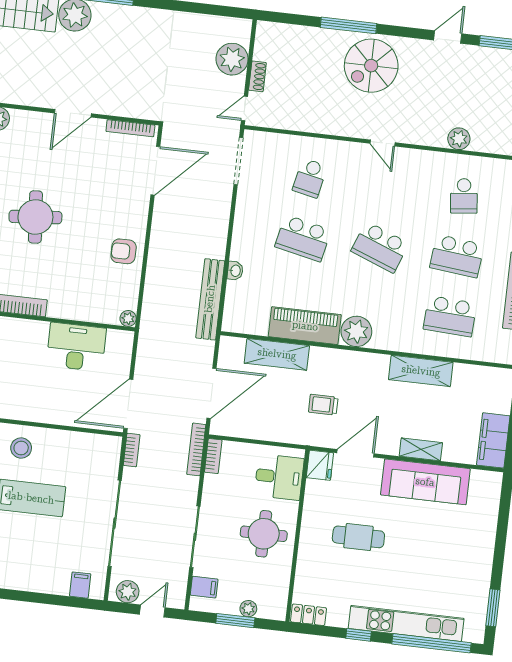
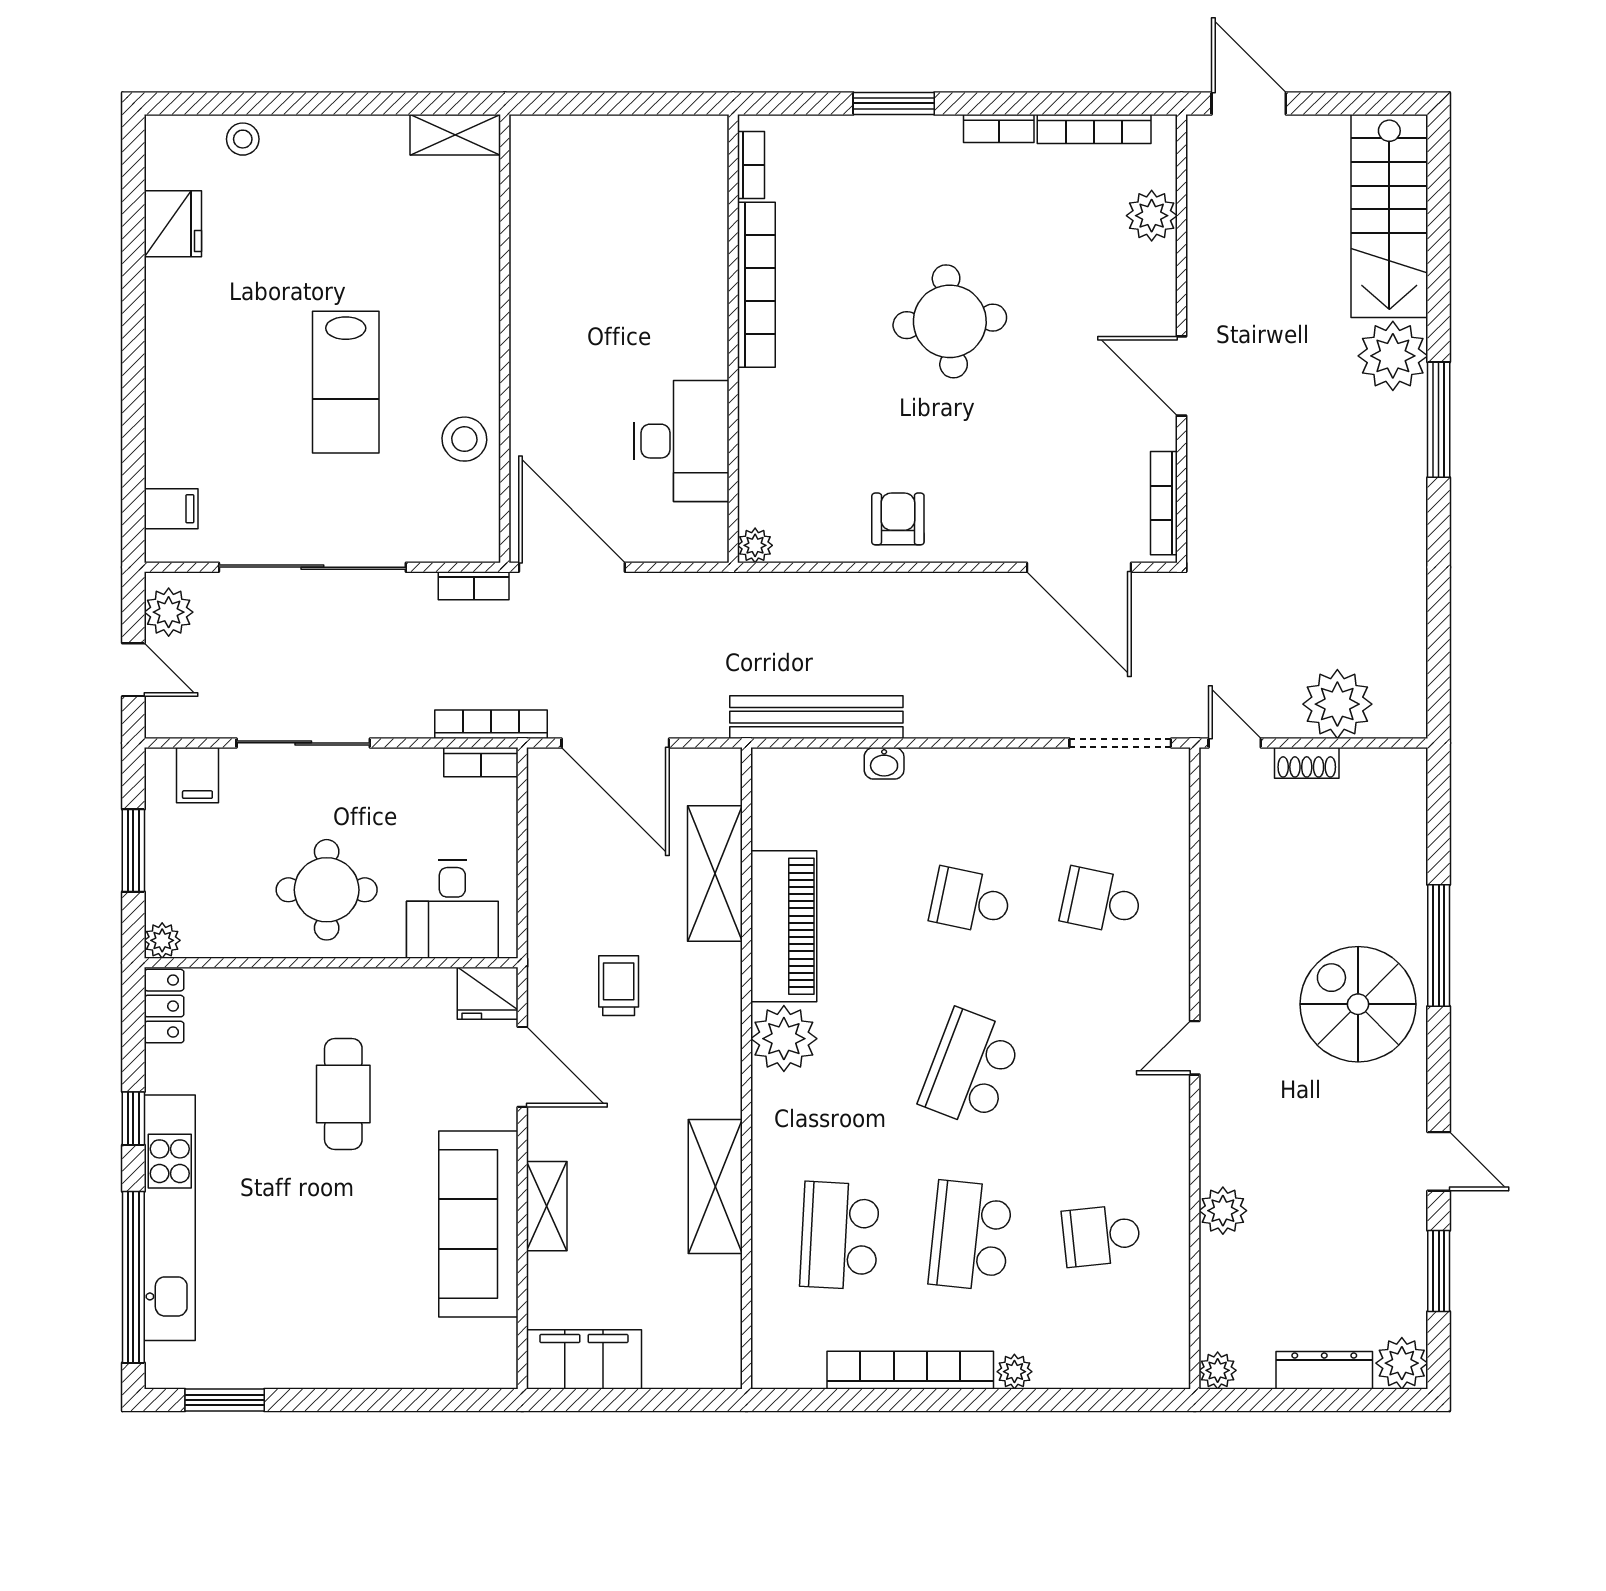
school desk: (303, 238) -> (971, 901), width x0.54
stool: (21, 448) -> (464, 439), moved
plant: (248, 609) -> (162, 940), moved

